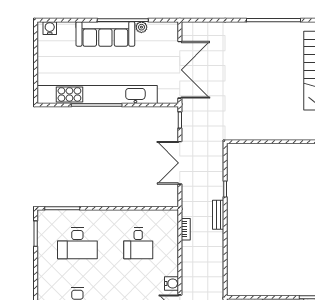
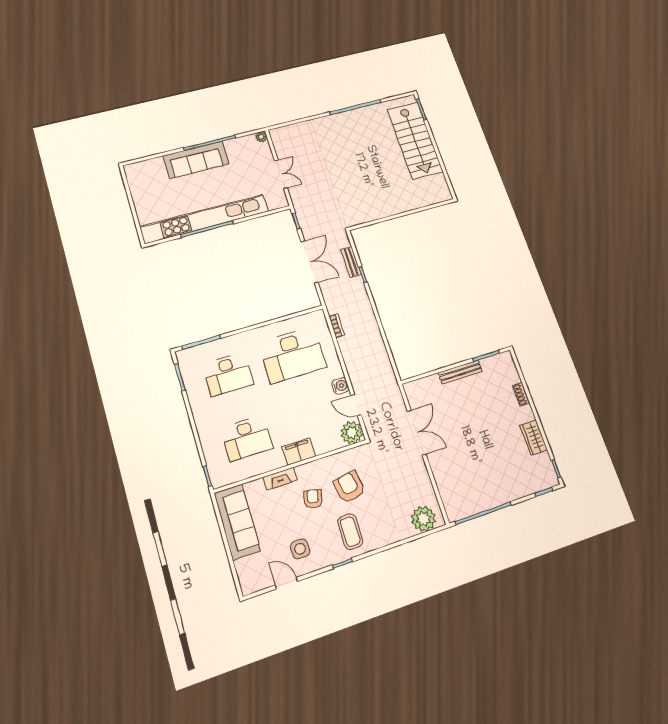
plant: (141, 27) -> (261, 137), moved
water cooler: (50, 28) -> (137, 168), removed
double door: (180, 70) -> (281, 174), width x0.54
double door: (180, 163) -> (309, 262), swing flipped
bench: (218, 215) -> (351, 262), moved
desk: (138, 243) -> (292, 355), width x1.87, depth x1.30

